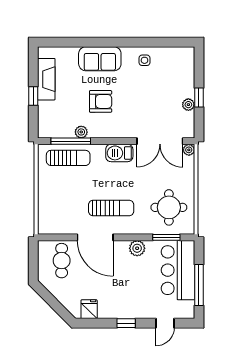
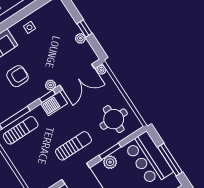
plant: (81, 132) -> (51, 85), moved
window: (117, 141) -> (47, 96), added
window: (166, 237) -> (110, 151), moved

